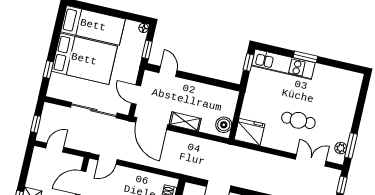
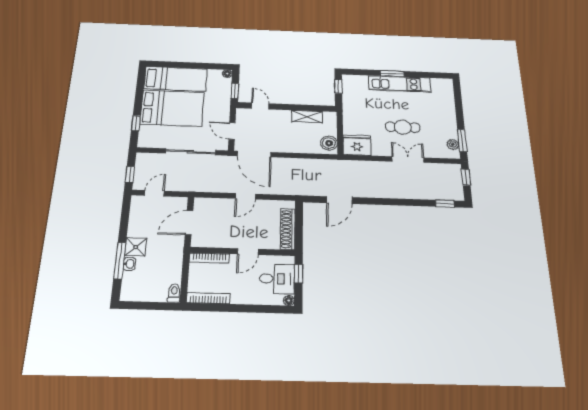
kitchen unit: (283, 64) -> (400, 84), moved
shelving: (185, 122) -> (307, 117), moved
door: (108, 160) -> (245, 196), moved
double door: (311, 160) -> (408, 160), moved

